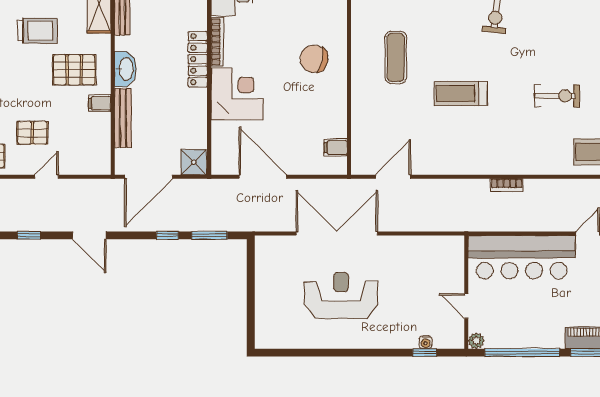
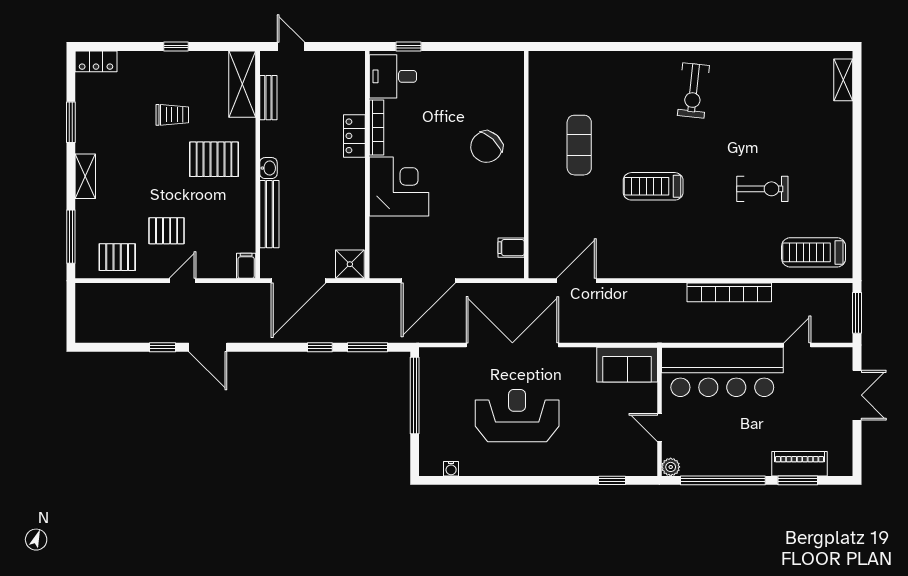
trolley: (37, 31) -> (172, 115), width x0.73, depth x0.72
locker: (198, 59) -> (354, 136), width x0.66
chair: (314, 59) -> (486, 147), turned -58
washbasin: (125, 69) -> (268, 168), width x0.52, depth x0.69
filing cabinet: (100, 103) -> (246, 266), moved, turned 90
door: (263, 177) -> (428, 281), swing flipped
bookcase: (507, 185) -> (729, 292), width x2.31, depth x1.31
door: (89, 235) -> (208, 347), moved
sofa: (438, 251) -> (627, 365), added
window: (251, 278) -> (415, 396), added
water cooler: (426, 342) -> (451, 469), moved

